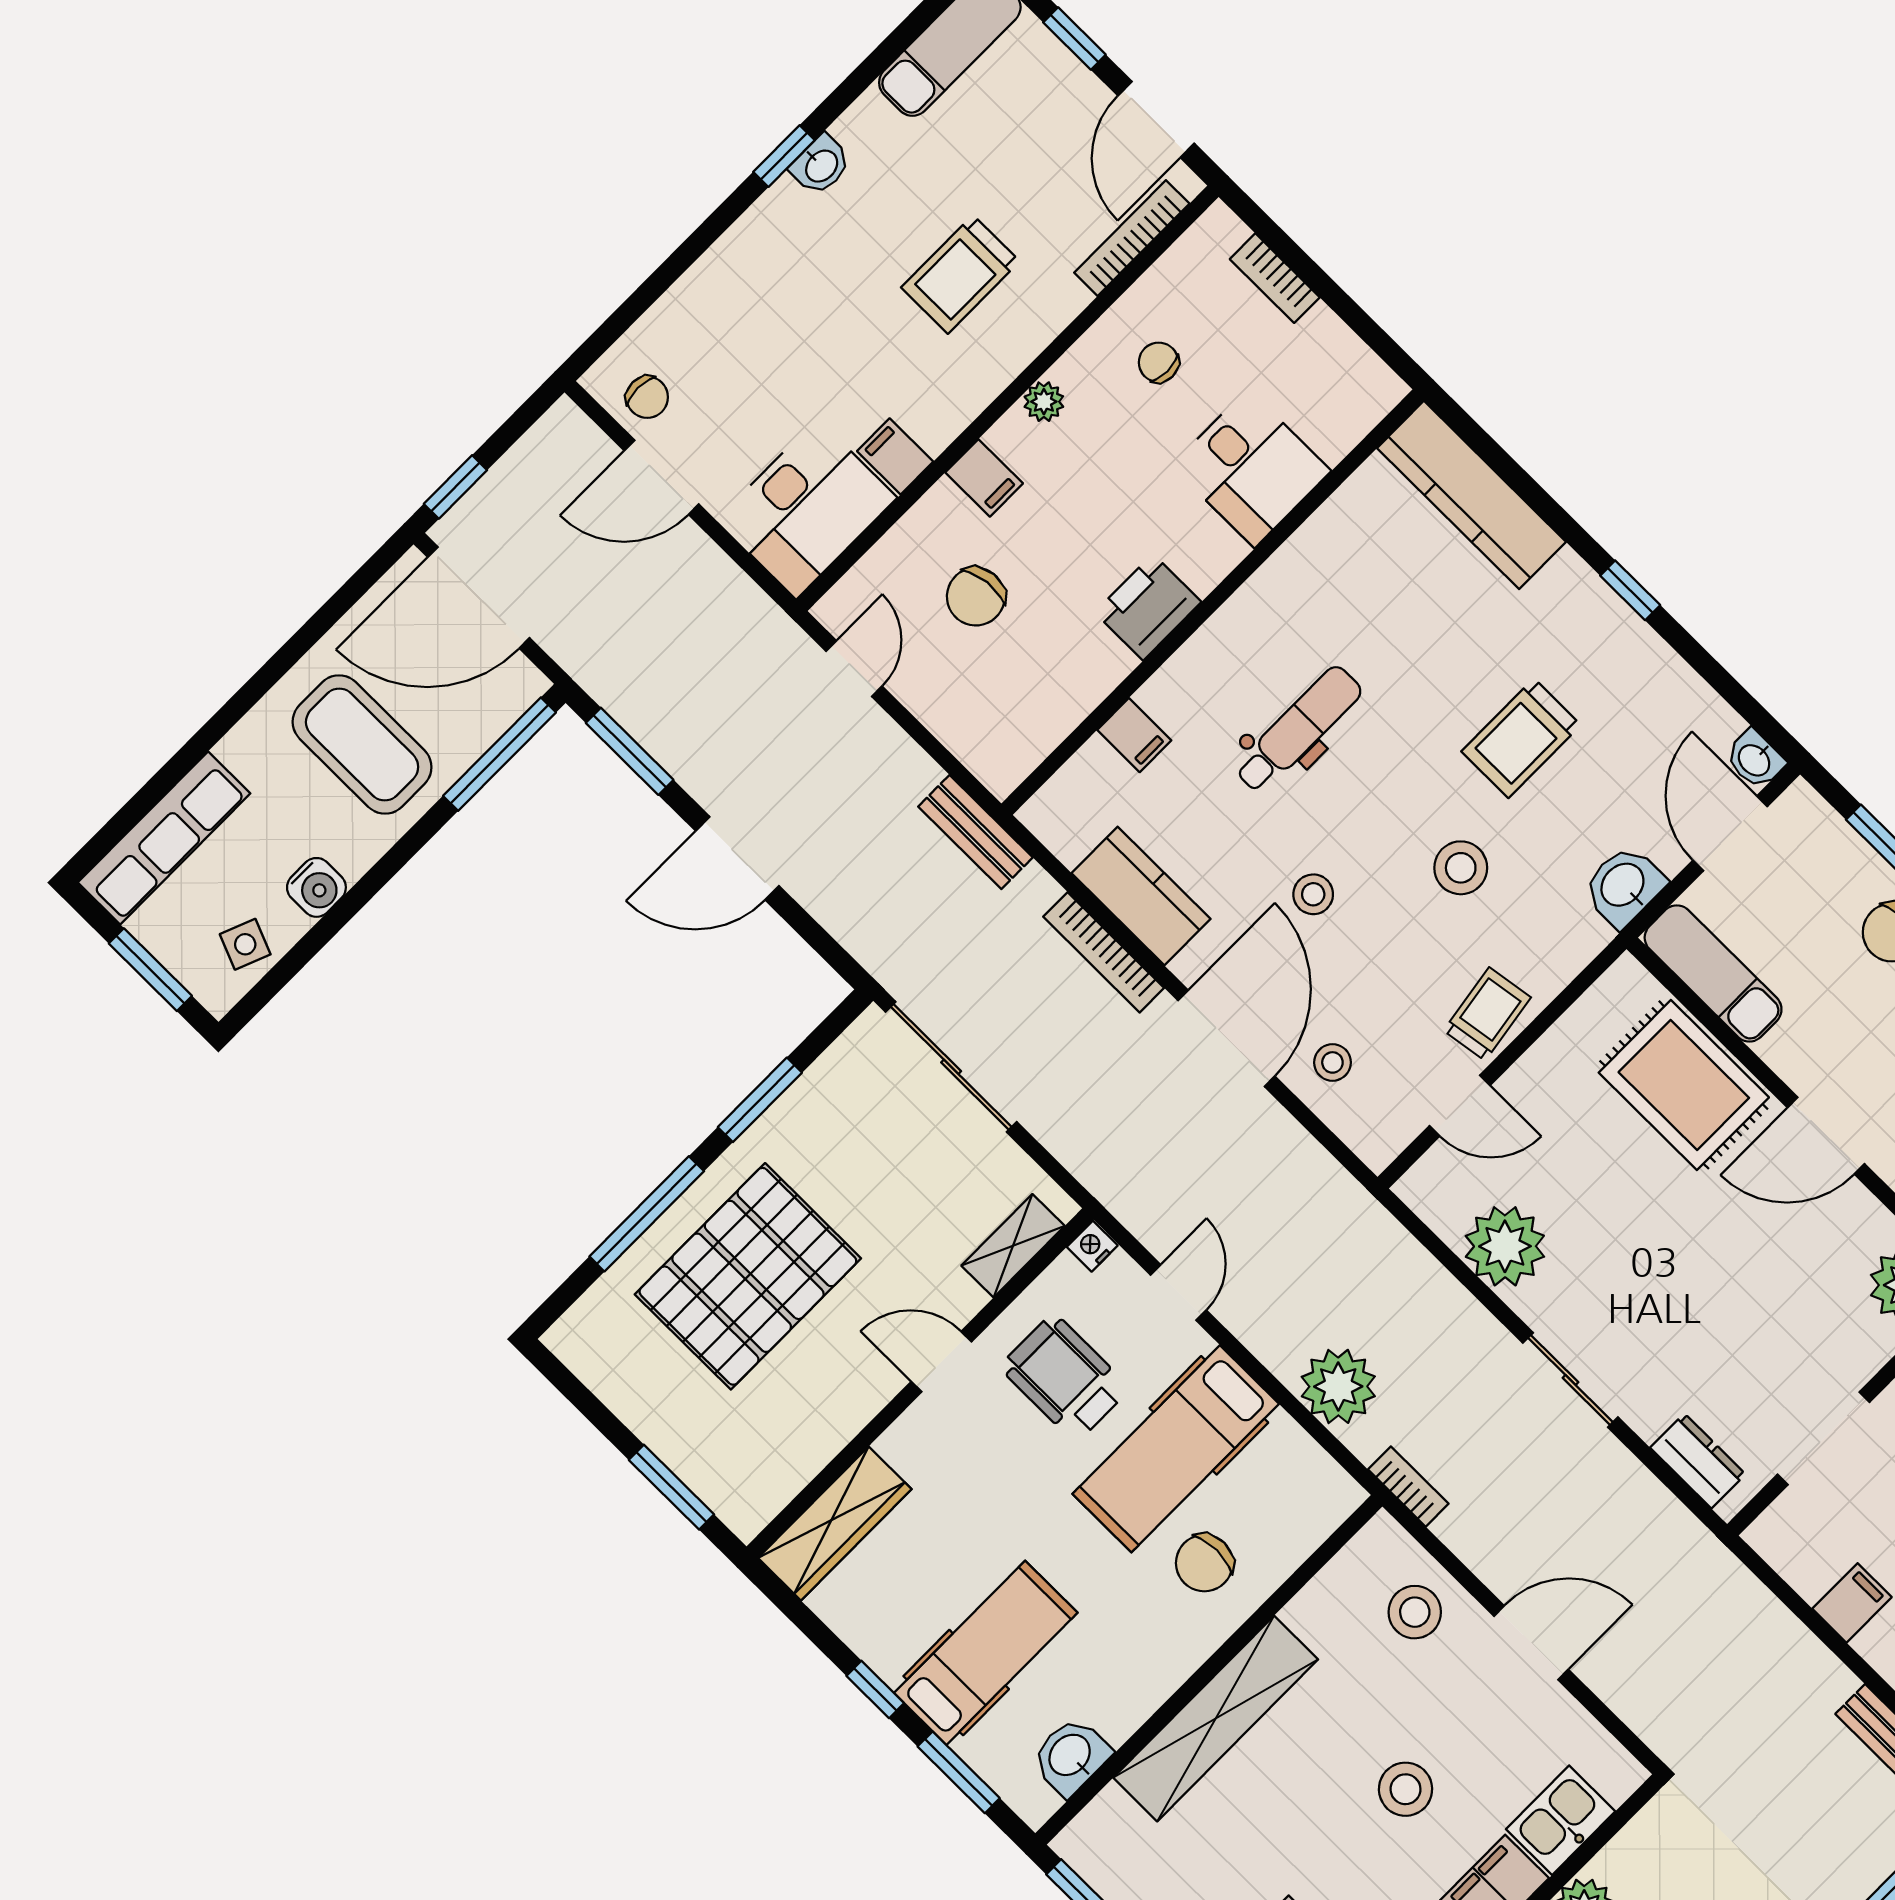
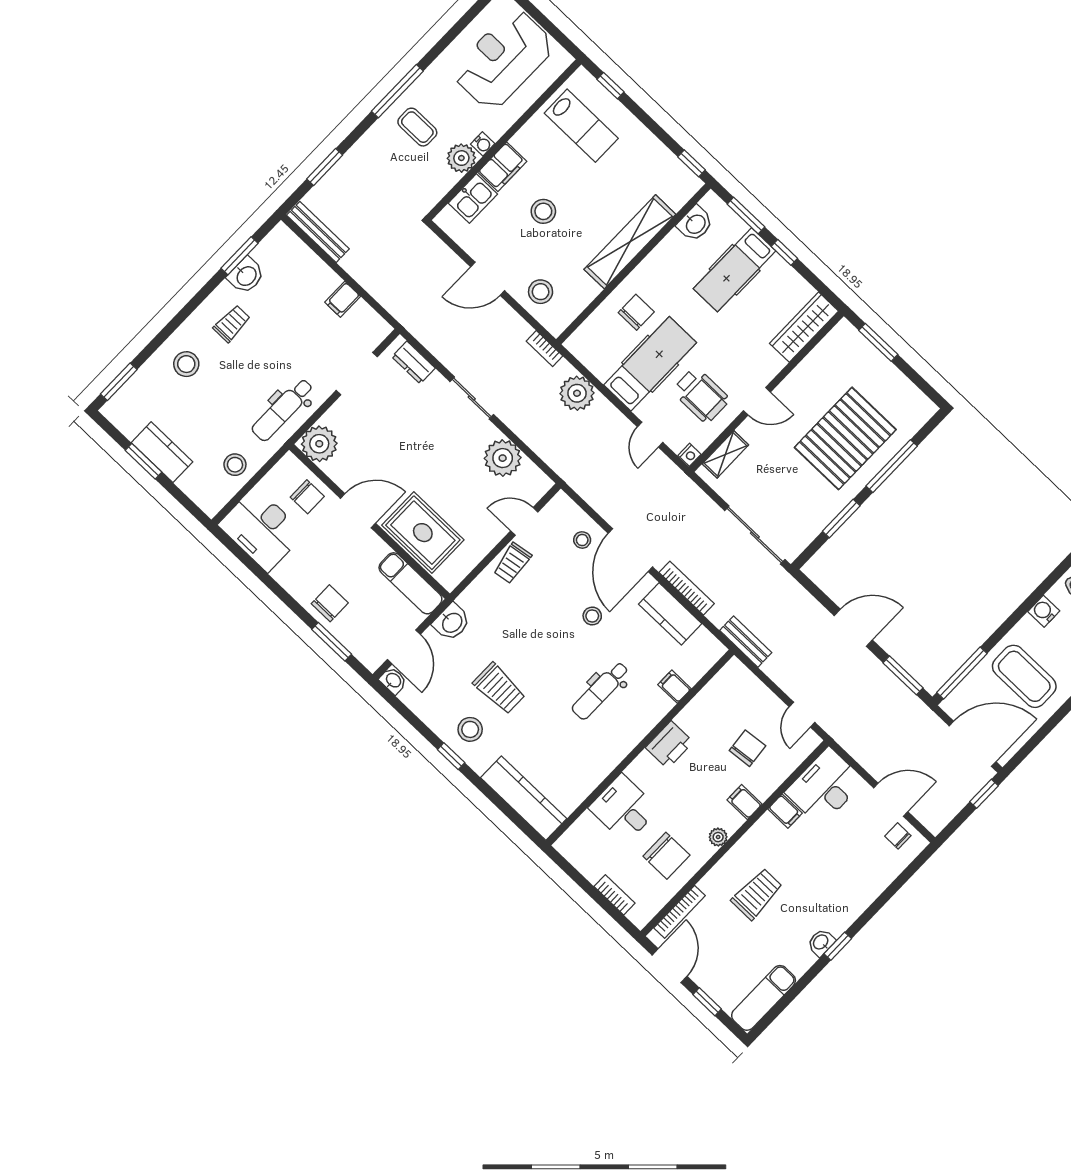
chair: (1159, 362) -> (666, 856), width x1.87, depth x1.87
trolley: (1521, 738) -> (499, 688), turned 90
stool: (1461, 868) -> (470, 729), moved

